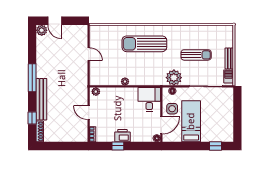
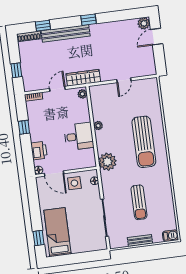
sun lounger: (144, 44) -> (144, 142), turned 180
barbecue: (229, 76) -> (170, 236), moved
window: (32, 78) -> (89, 20), width x0.46
plant: (174, 78) -> (107, 162), moved
wardrobe: (82, 89) -> (83, 78), added
desk: (149, 100) -> (79, 136), moved
bed: (191, 121) -> (57, 232), moved, turned -90
printer: (122, 136) -> (39, 151), moved
window: (68, 146) -> (16, 70), added

